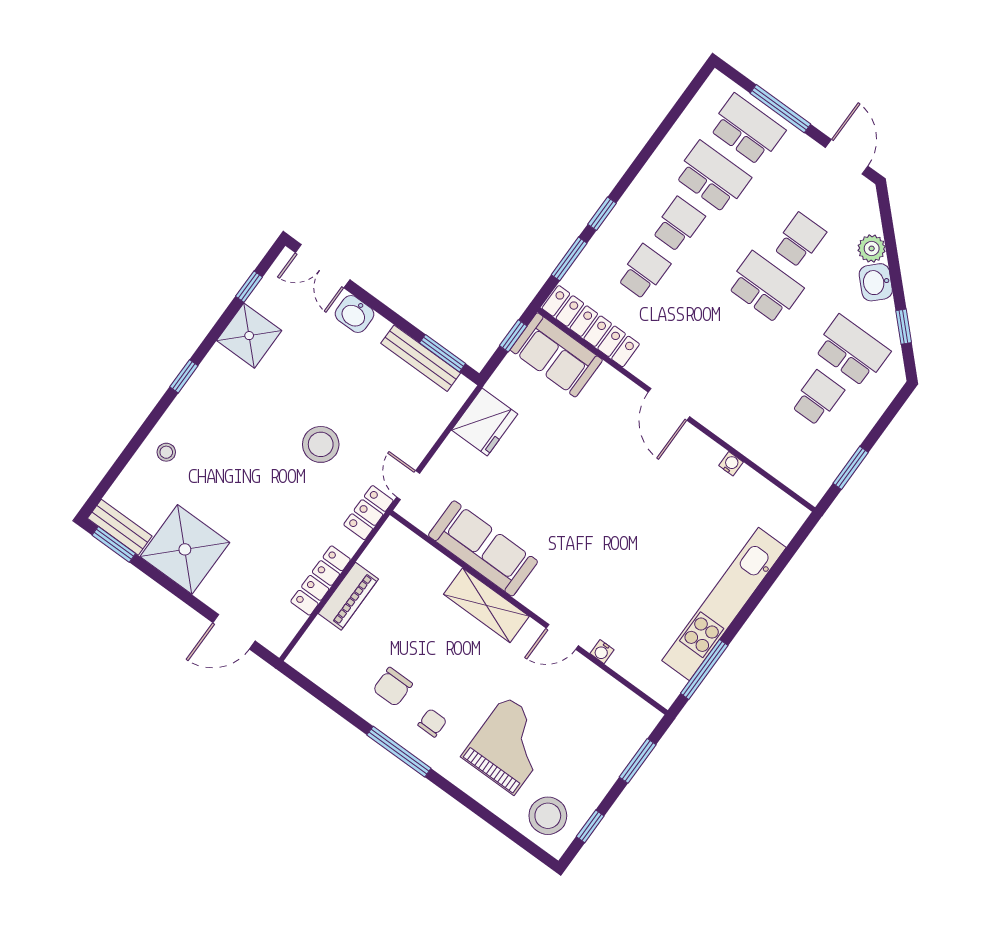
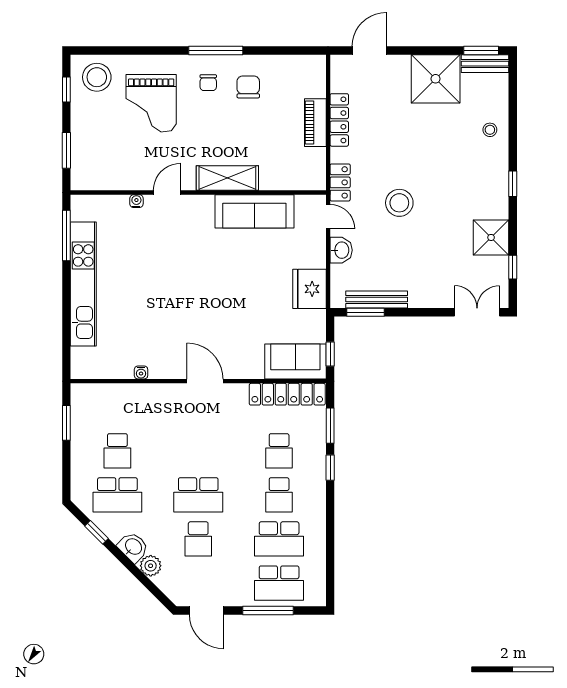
washbasin: (354, 314) -> (341, 250), moved, turned 90

